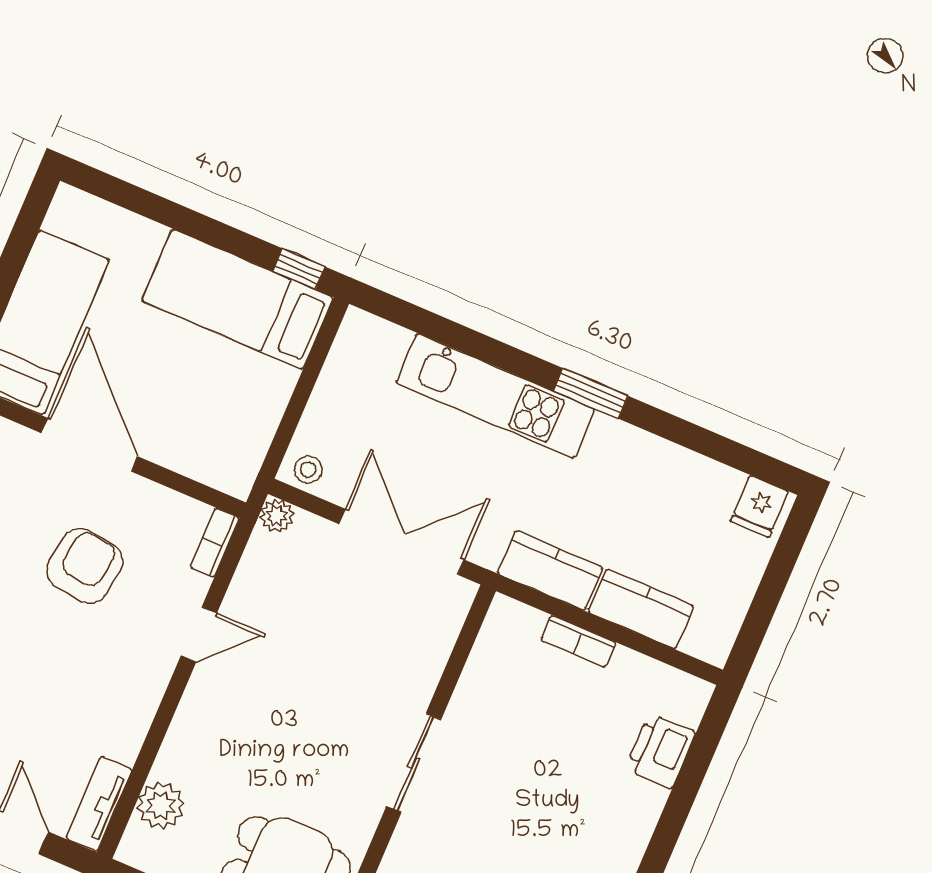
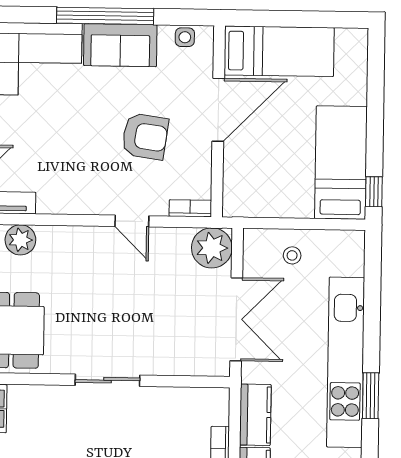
kitchen unit: (495, 396) -> (346, 362), width x1.36
stool: (308, 470) -> (292, 255), moved
plant: (277, 516) -> (212, 248), width x1.88, depth x1.88

